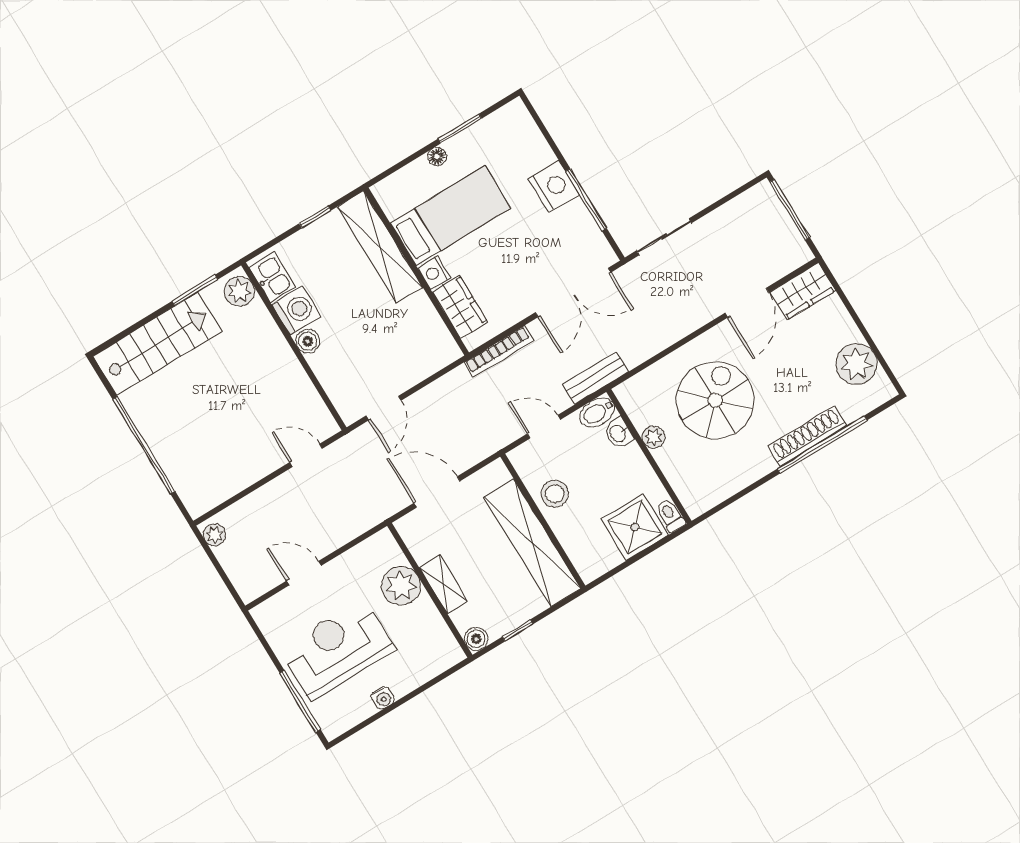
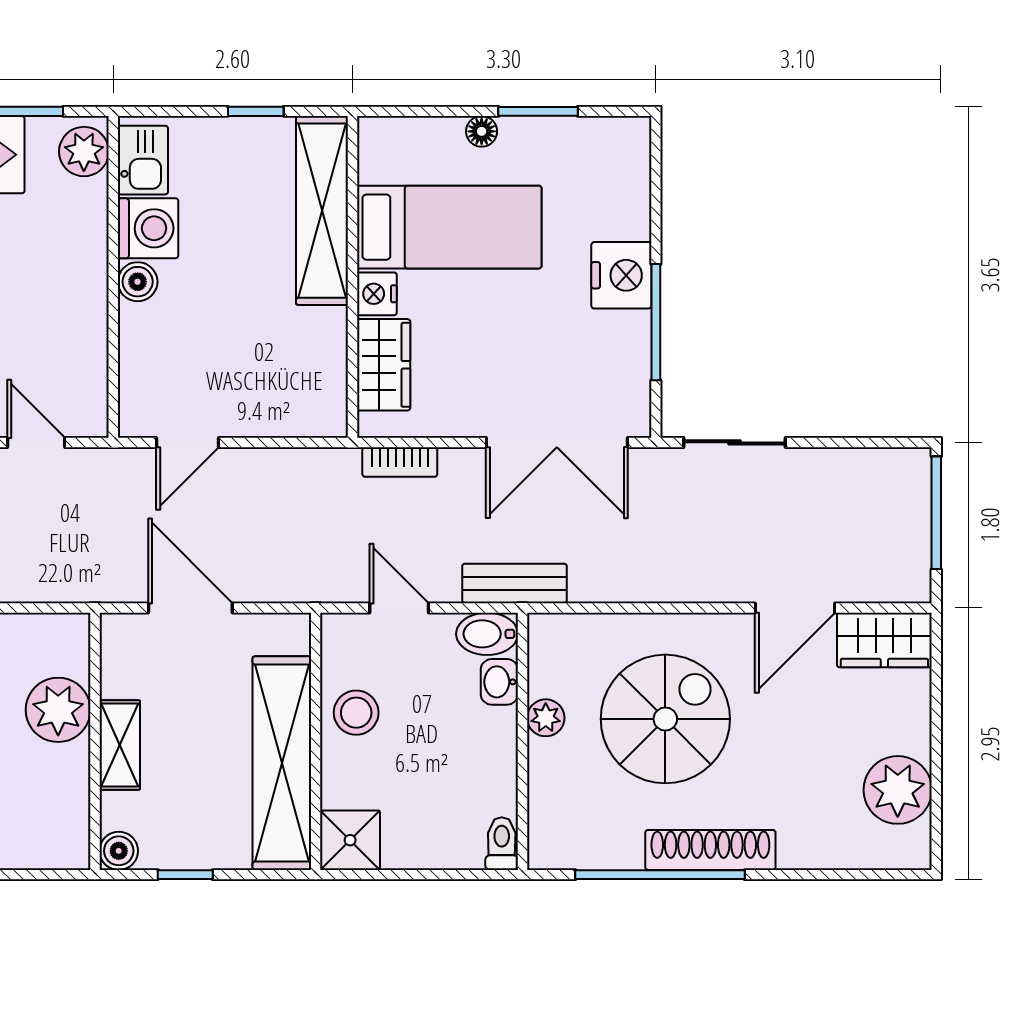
bookcase: (499, 352) -> (400, 462), width x0.64
shoe rack: (807, 436) -> (710, 850), moved
window: (822, 445) -> (660, 875), moved
shower: (635, 527) -> (350, 840), moved, width x0.73, depth x0.73

